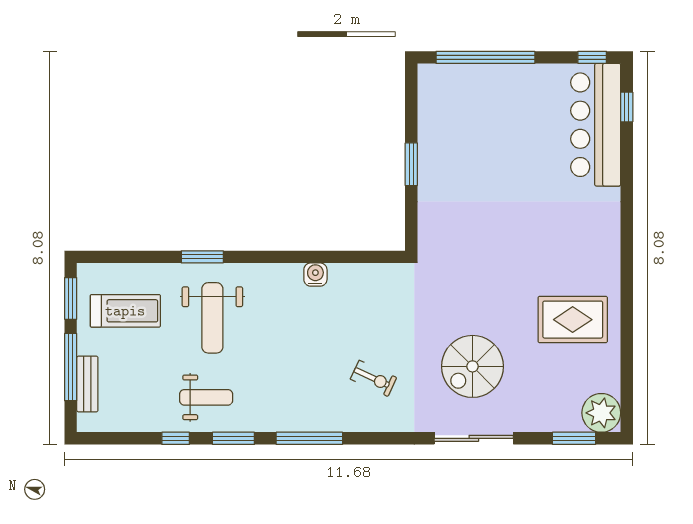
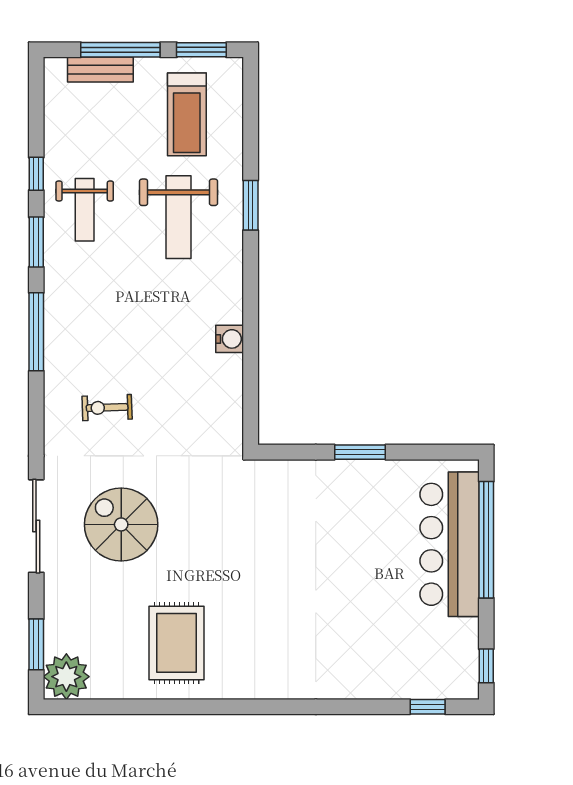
bar counter: (596, 125) -> (450, 544), moved, turned -90
weight bench: (212, 318) -> (179, 217), turned -90
exercise bike: (374, 378) -> (107, 408), turned 63

